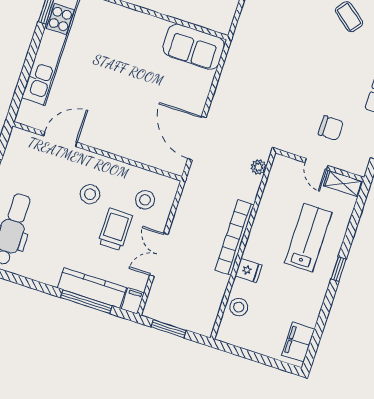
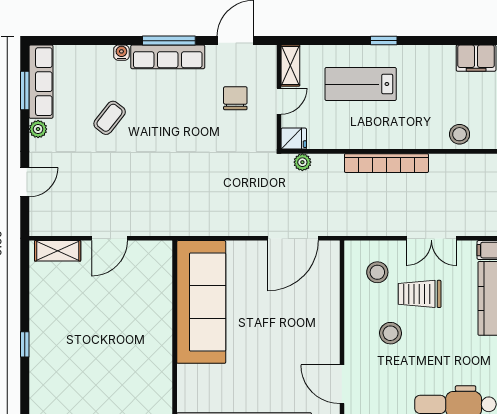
sofa: (194, 47) -> (201, 302), width x1.85, depth x1.27
fridge: (249, 271) -> (294, 139), moved, turned 90

